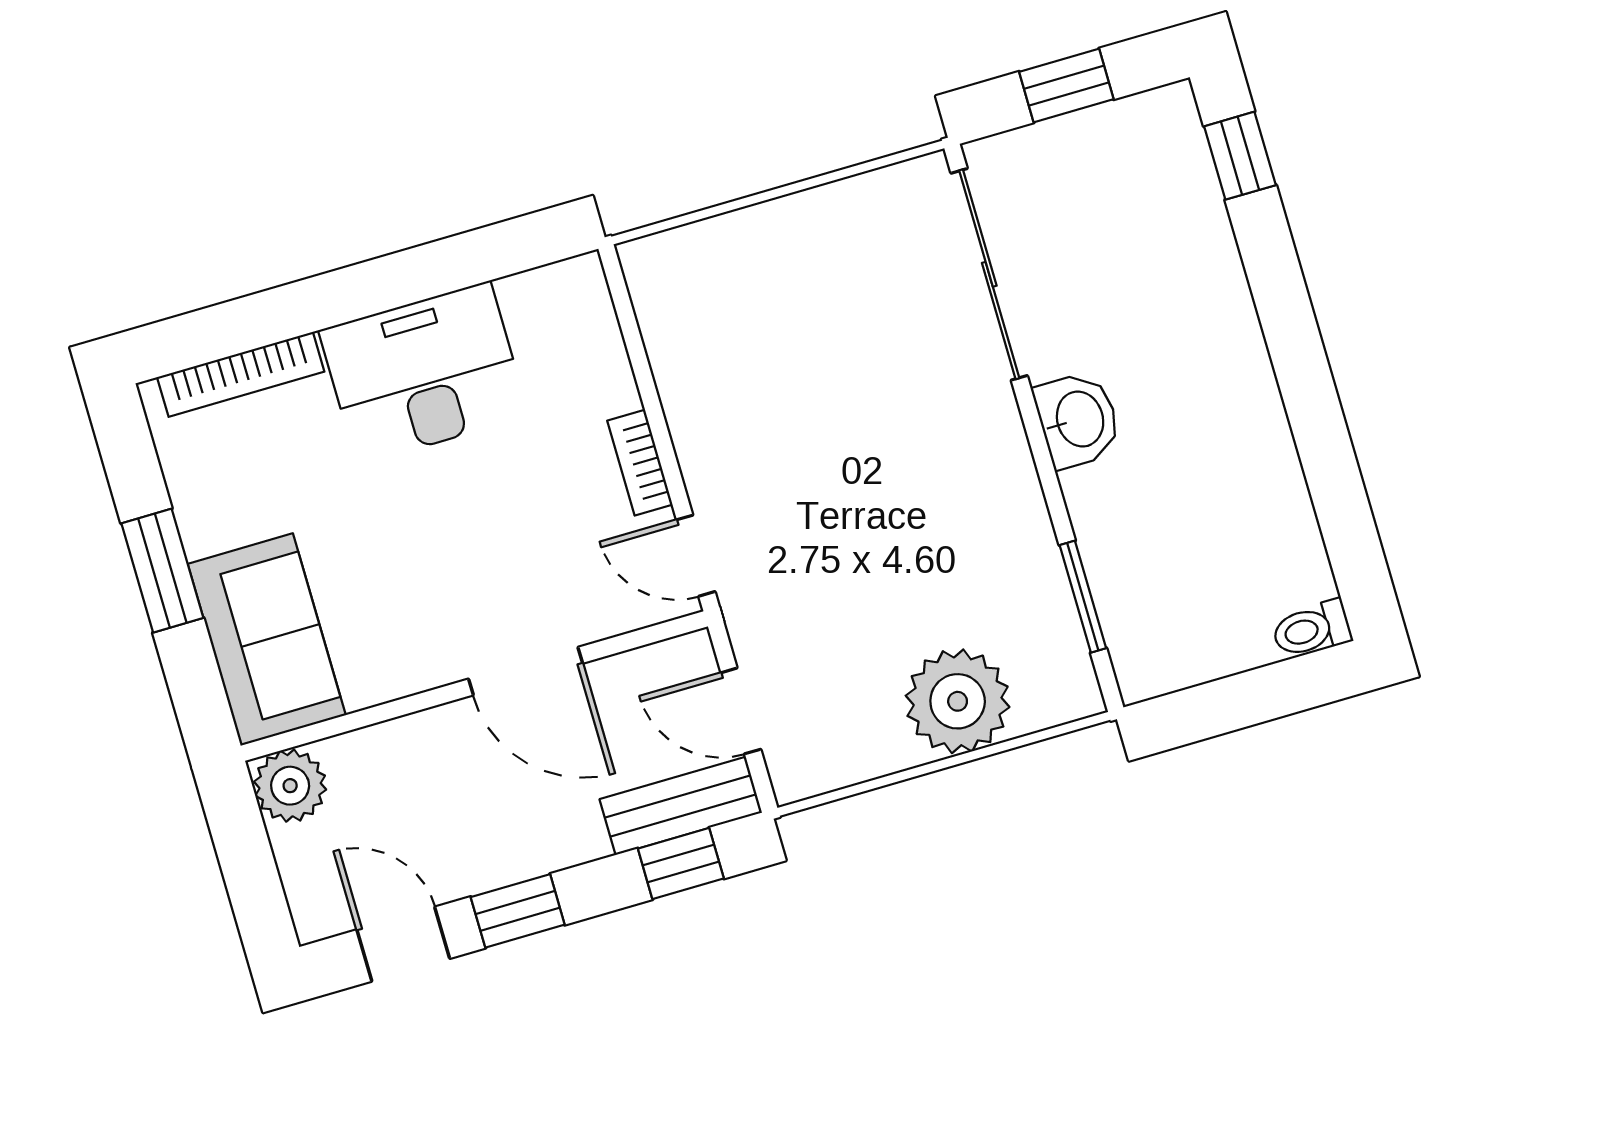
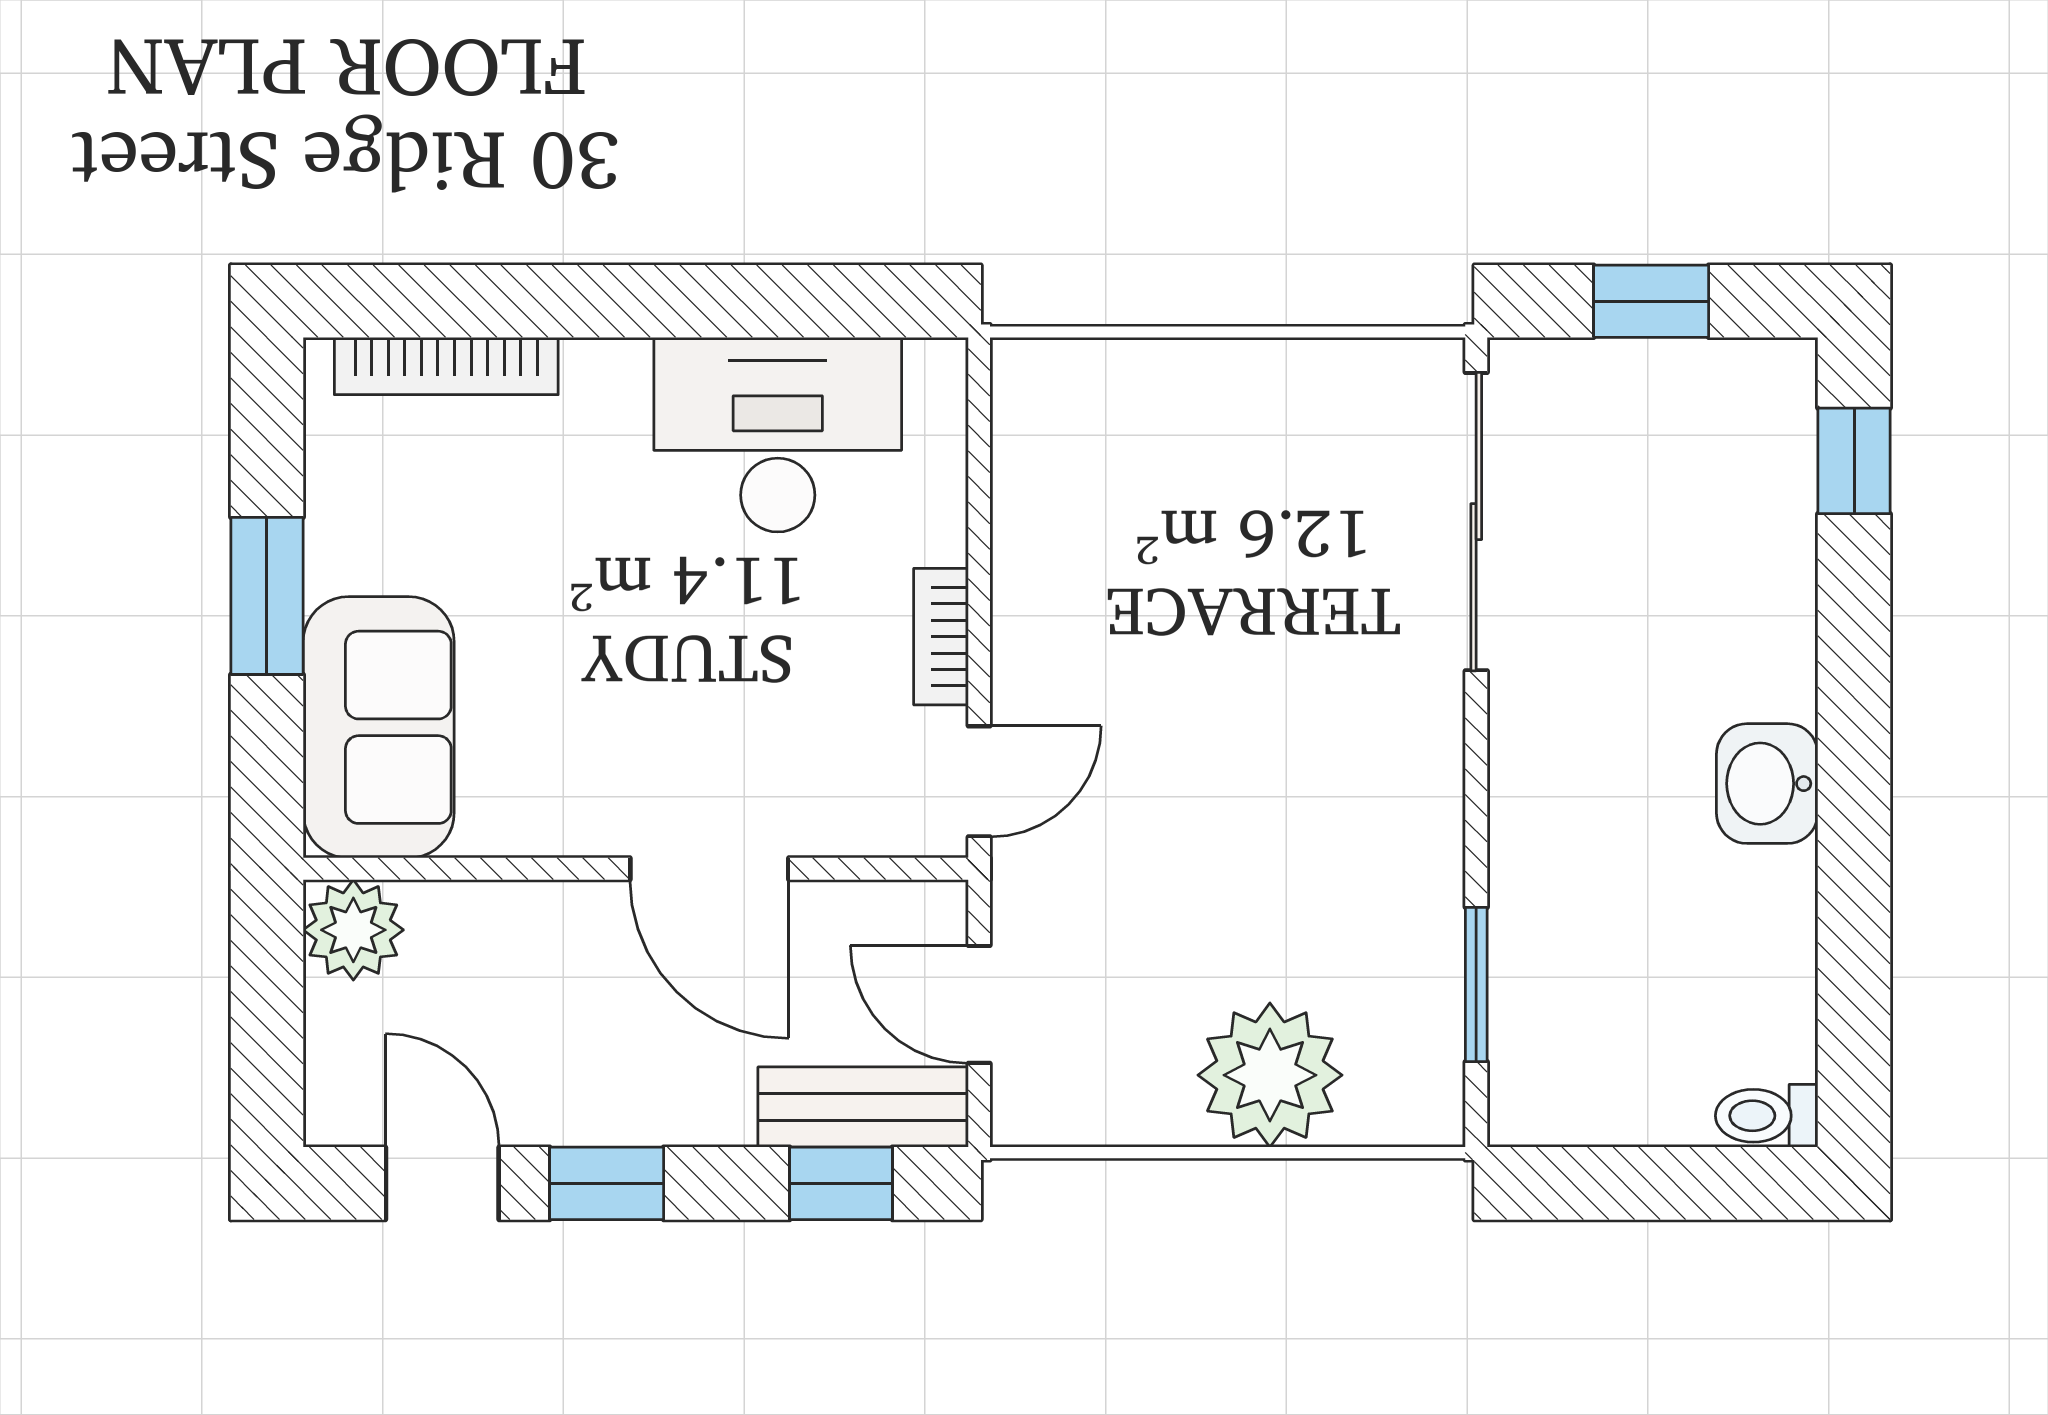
desk: (424, 373) -> (778, 435), moved
washbasin: (1078, 420) -> (1767, 784), moved, turned 180
door: (696, 556) -> (979, 781), swing flipped

